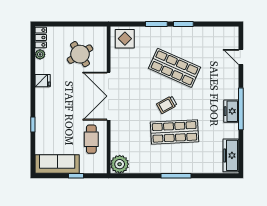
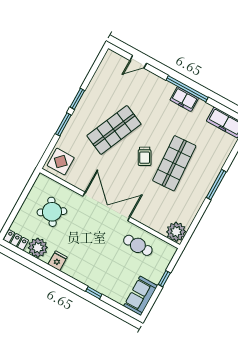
plant: (40, 54) -> (38, 248), width x1.87, depth x1.87
double door: (109, 96) -> (106, 207), swing flipped
sofa: (57, 164) -> (140, 296), width x0.73

